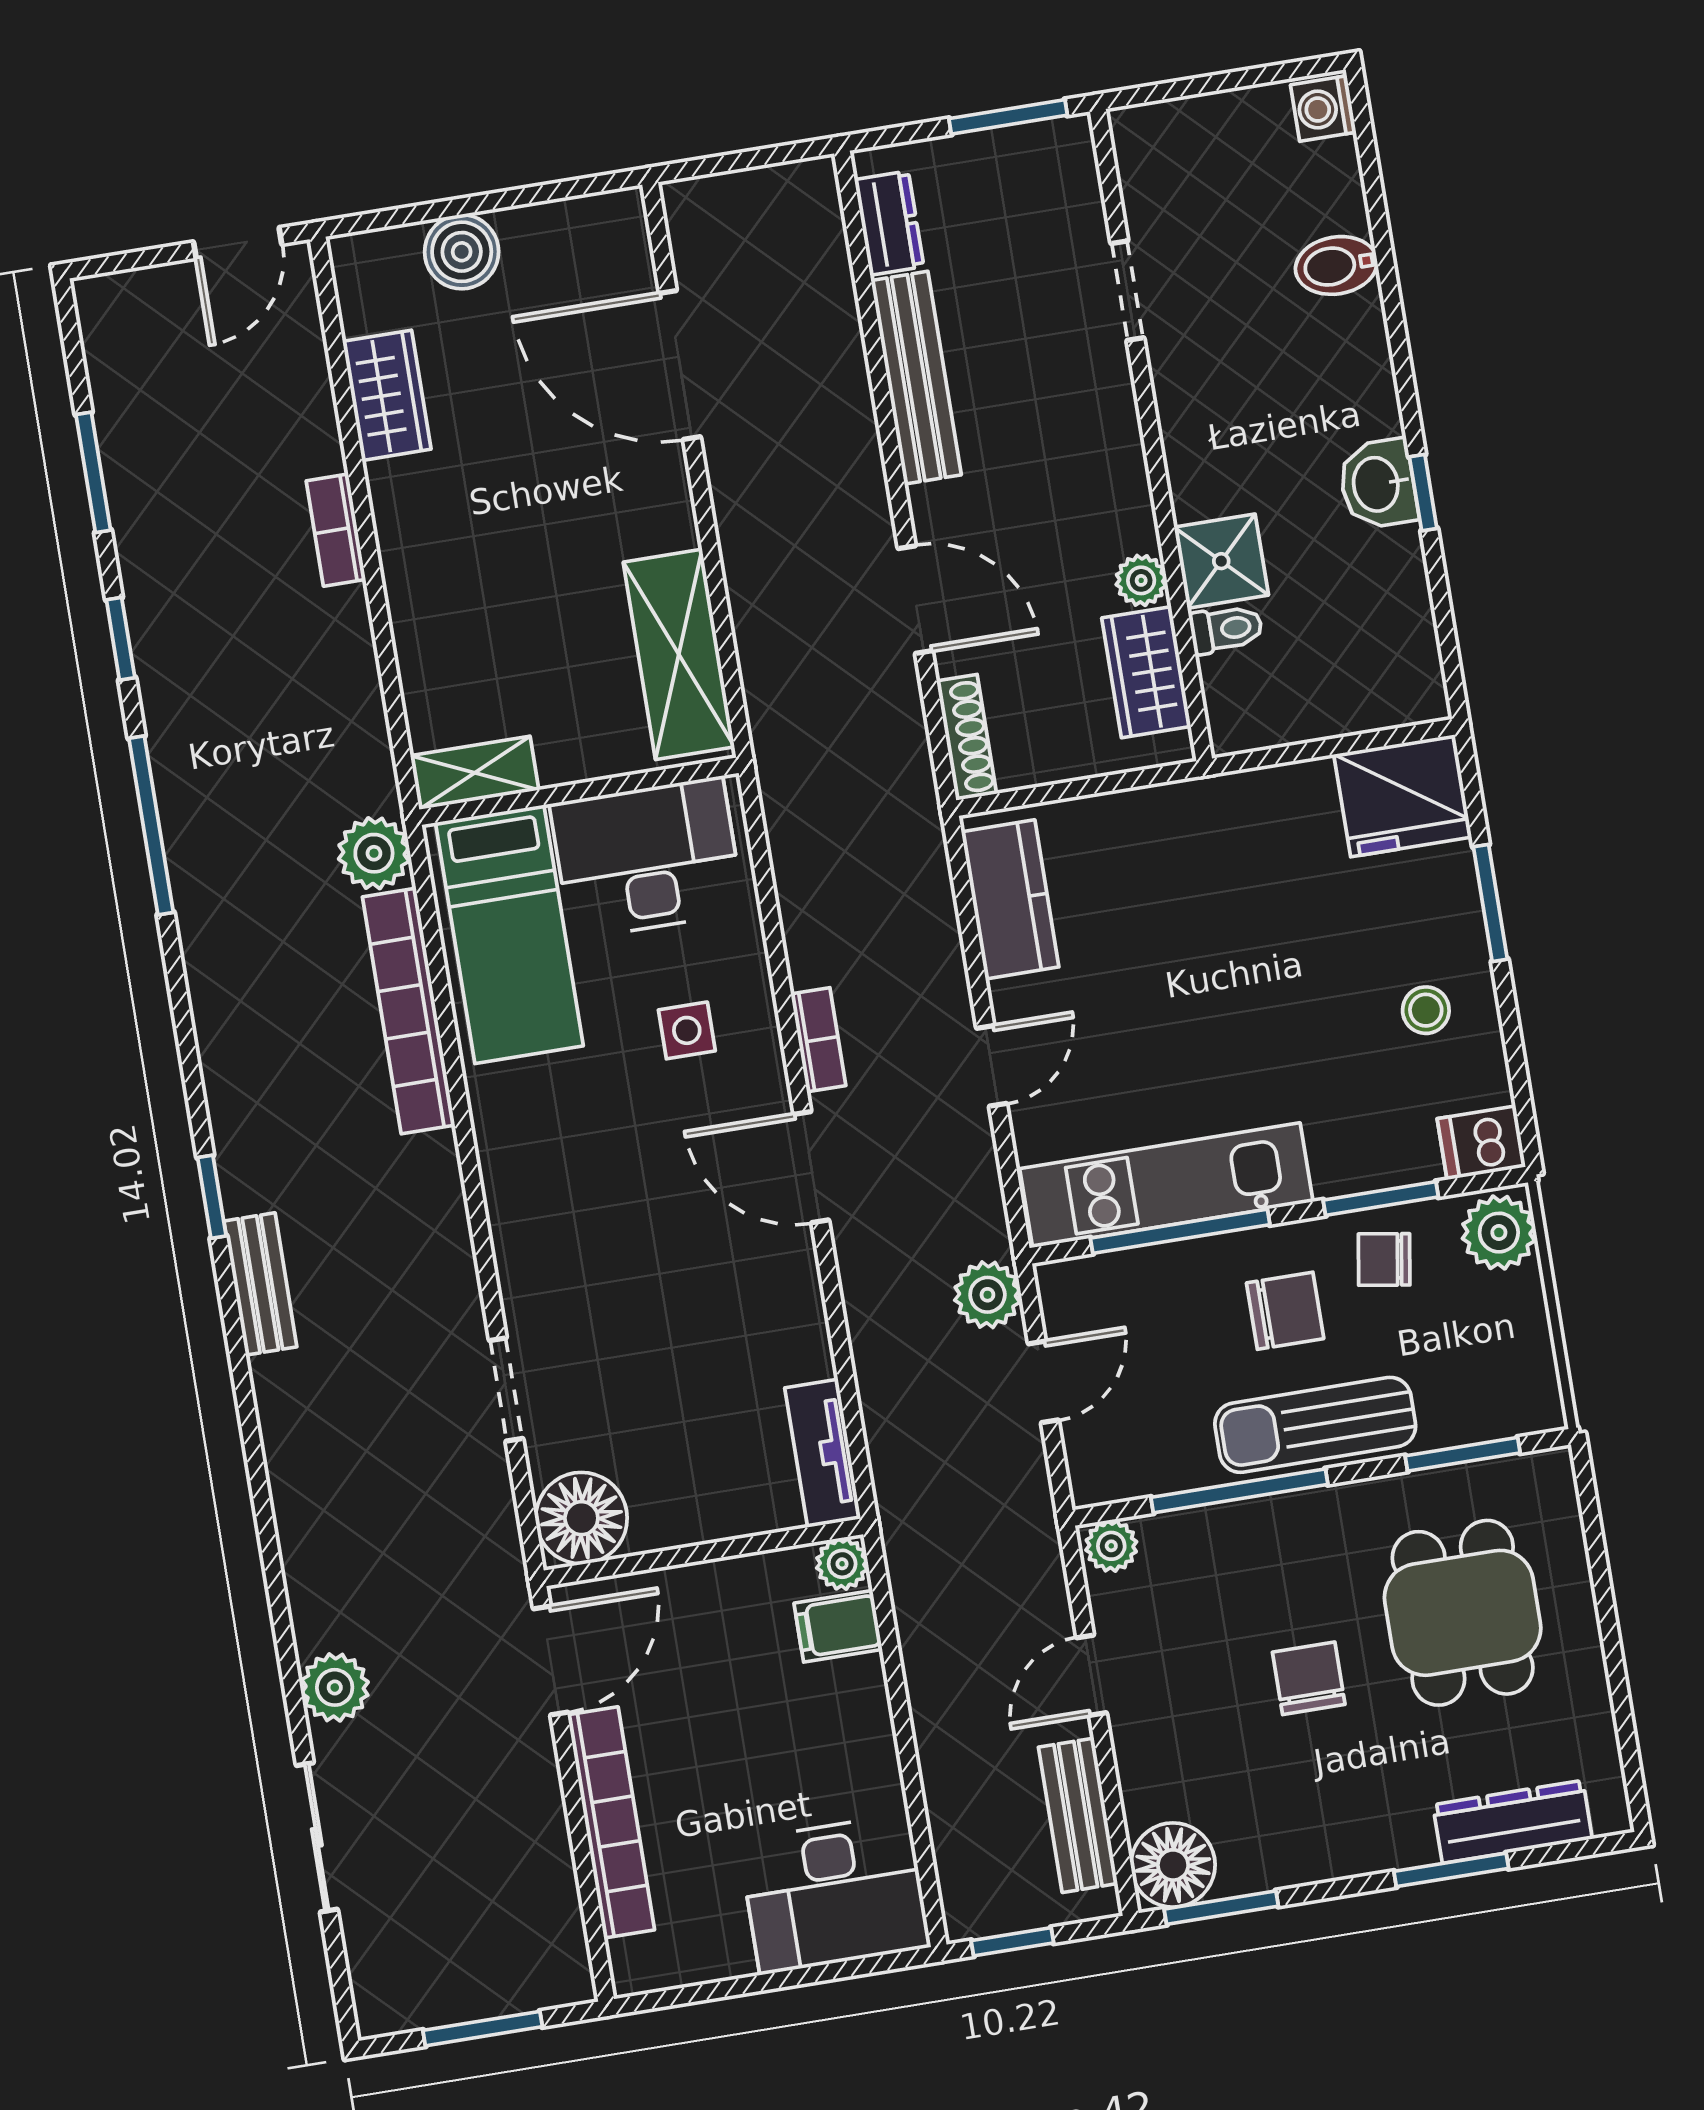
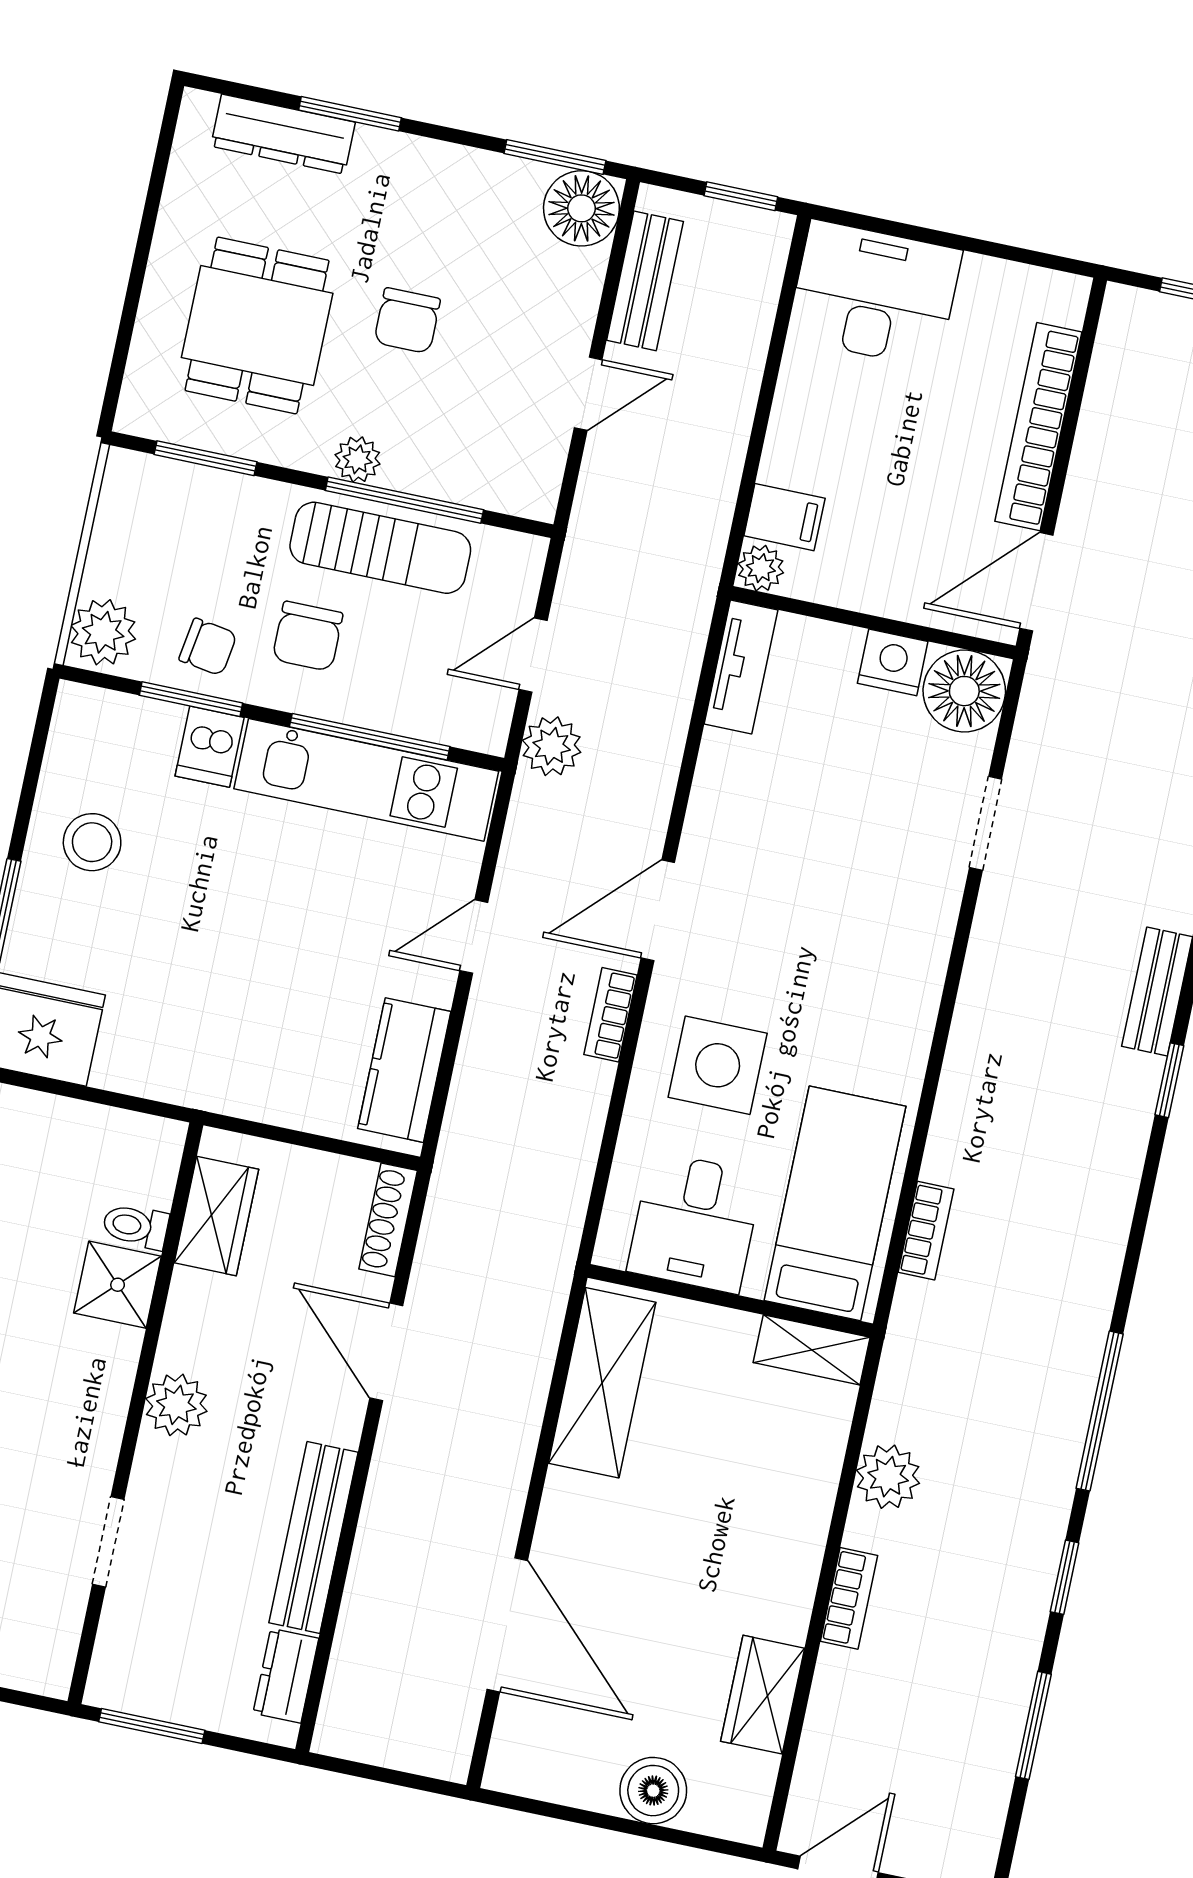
plant: (1141, 580) -> (176, 1405), moved, width x1.38, depth x1.38
plant: (374, 853) -> (888, 1477), moved
desk: (647, 858) -> (695, 1223), width x0.73
stool: (1426, 1010) -> (92, 842), width x1.37, depth x1.37
bookcase: (409, 1011) -> (926, 1231), width x0.43, depth x0.76
side table: (687, 1030) -> (718, 1065), width x1.87, depth x1.87
dishwasher: (1481, 1143) -> (210, 747), moved, turned 90
door: (811, 1167) -> (658, 910), swing flipped
chair: (1285, 1311) -> (308, 636), turned -90
sun lounger: (1315, 1425) -> (380, 548), moved
nightstand: (667, 1519) -> (893, 662), added
plant: (1111, 1546) -> (358, 459), moved

